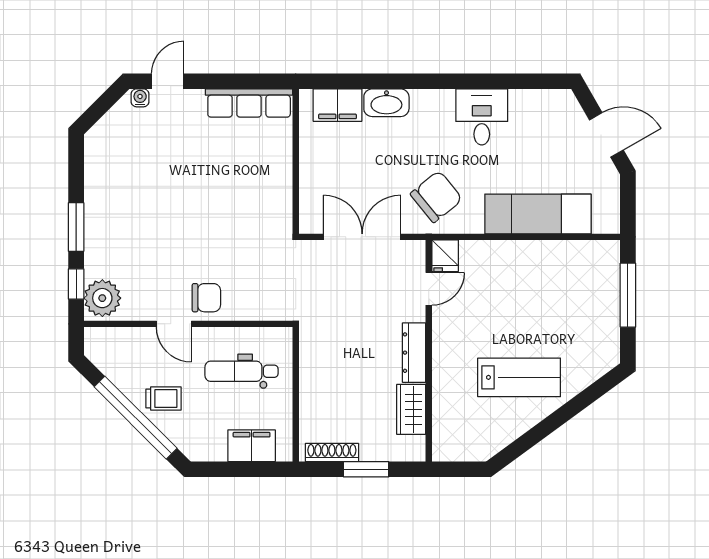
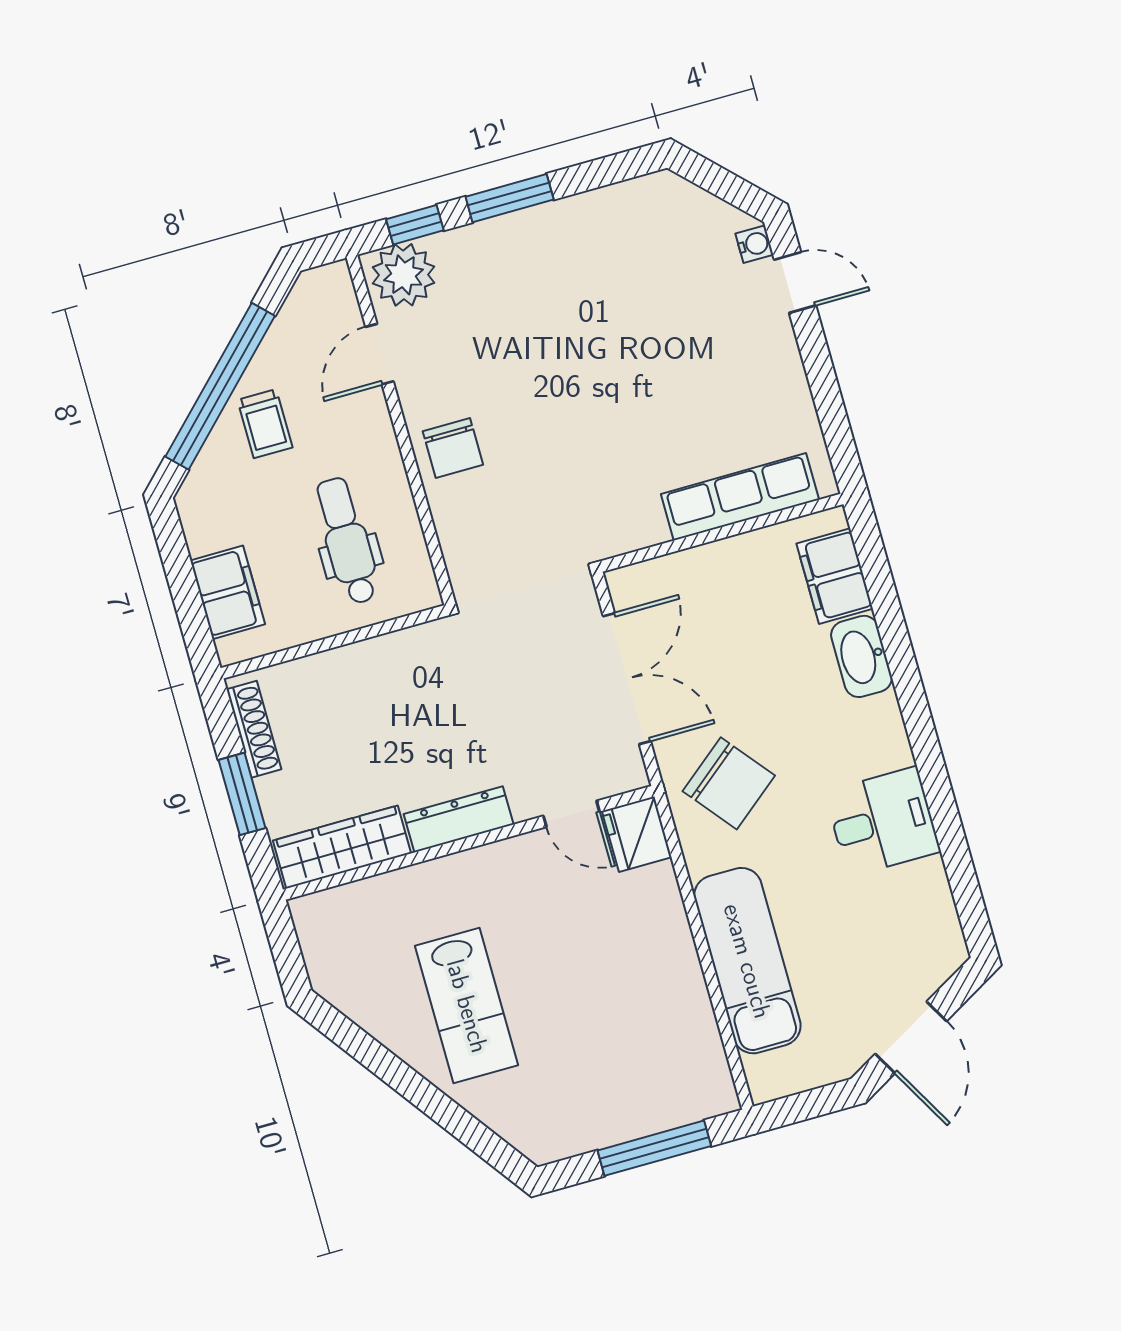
row of seats: (249, 103) -> (740, 497), moved, turned 90
fridge: (445, 256) -> (637, 834), width x1.38
door: (174, 324) -> (379, 354), moved
wardrobe: (411, 409) -> (342, 847), width x1.50

